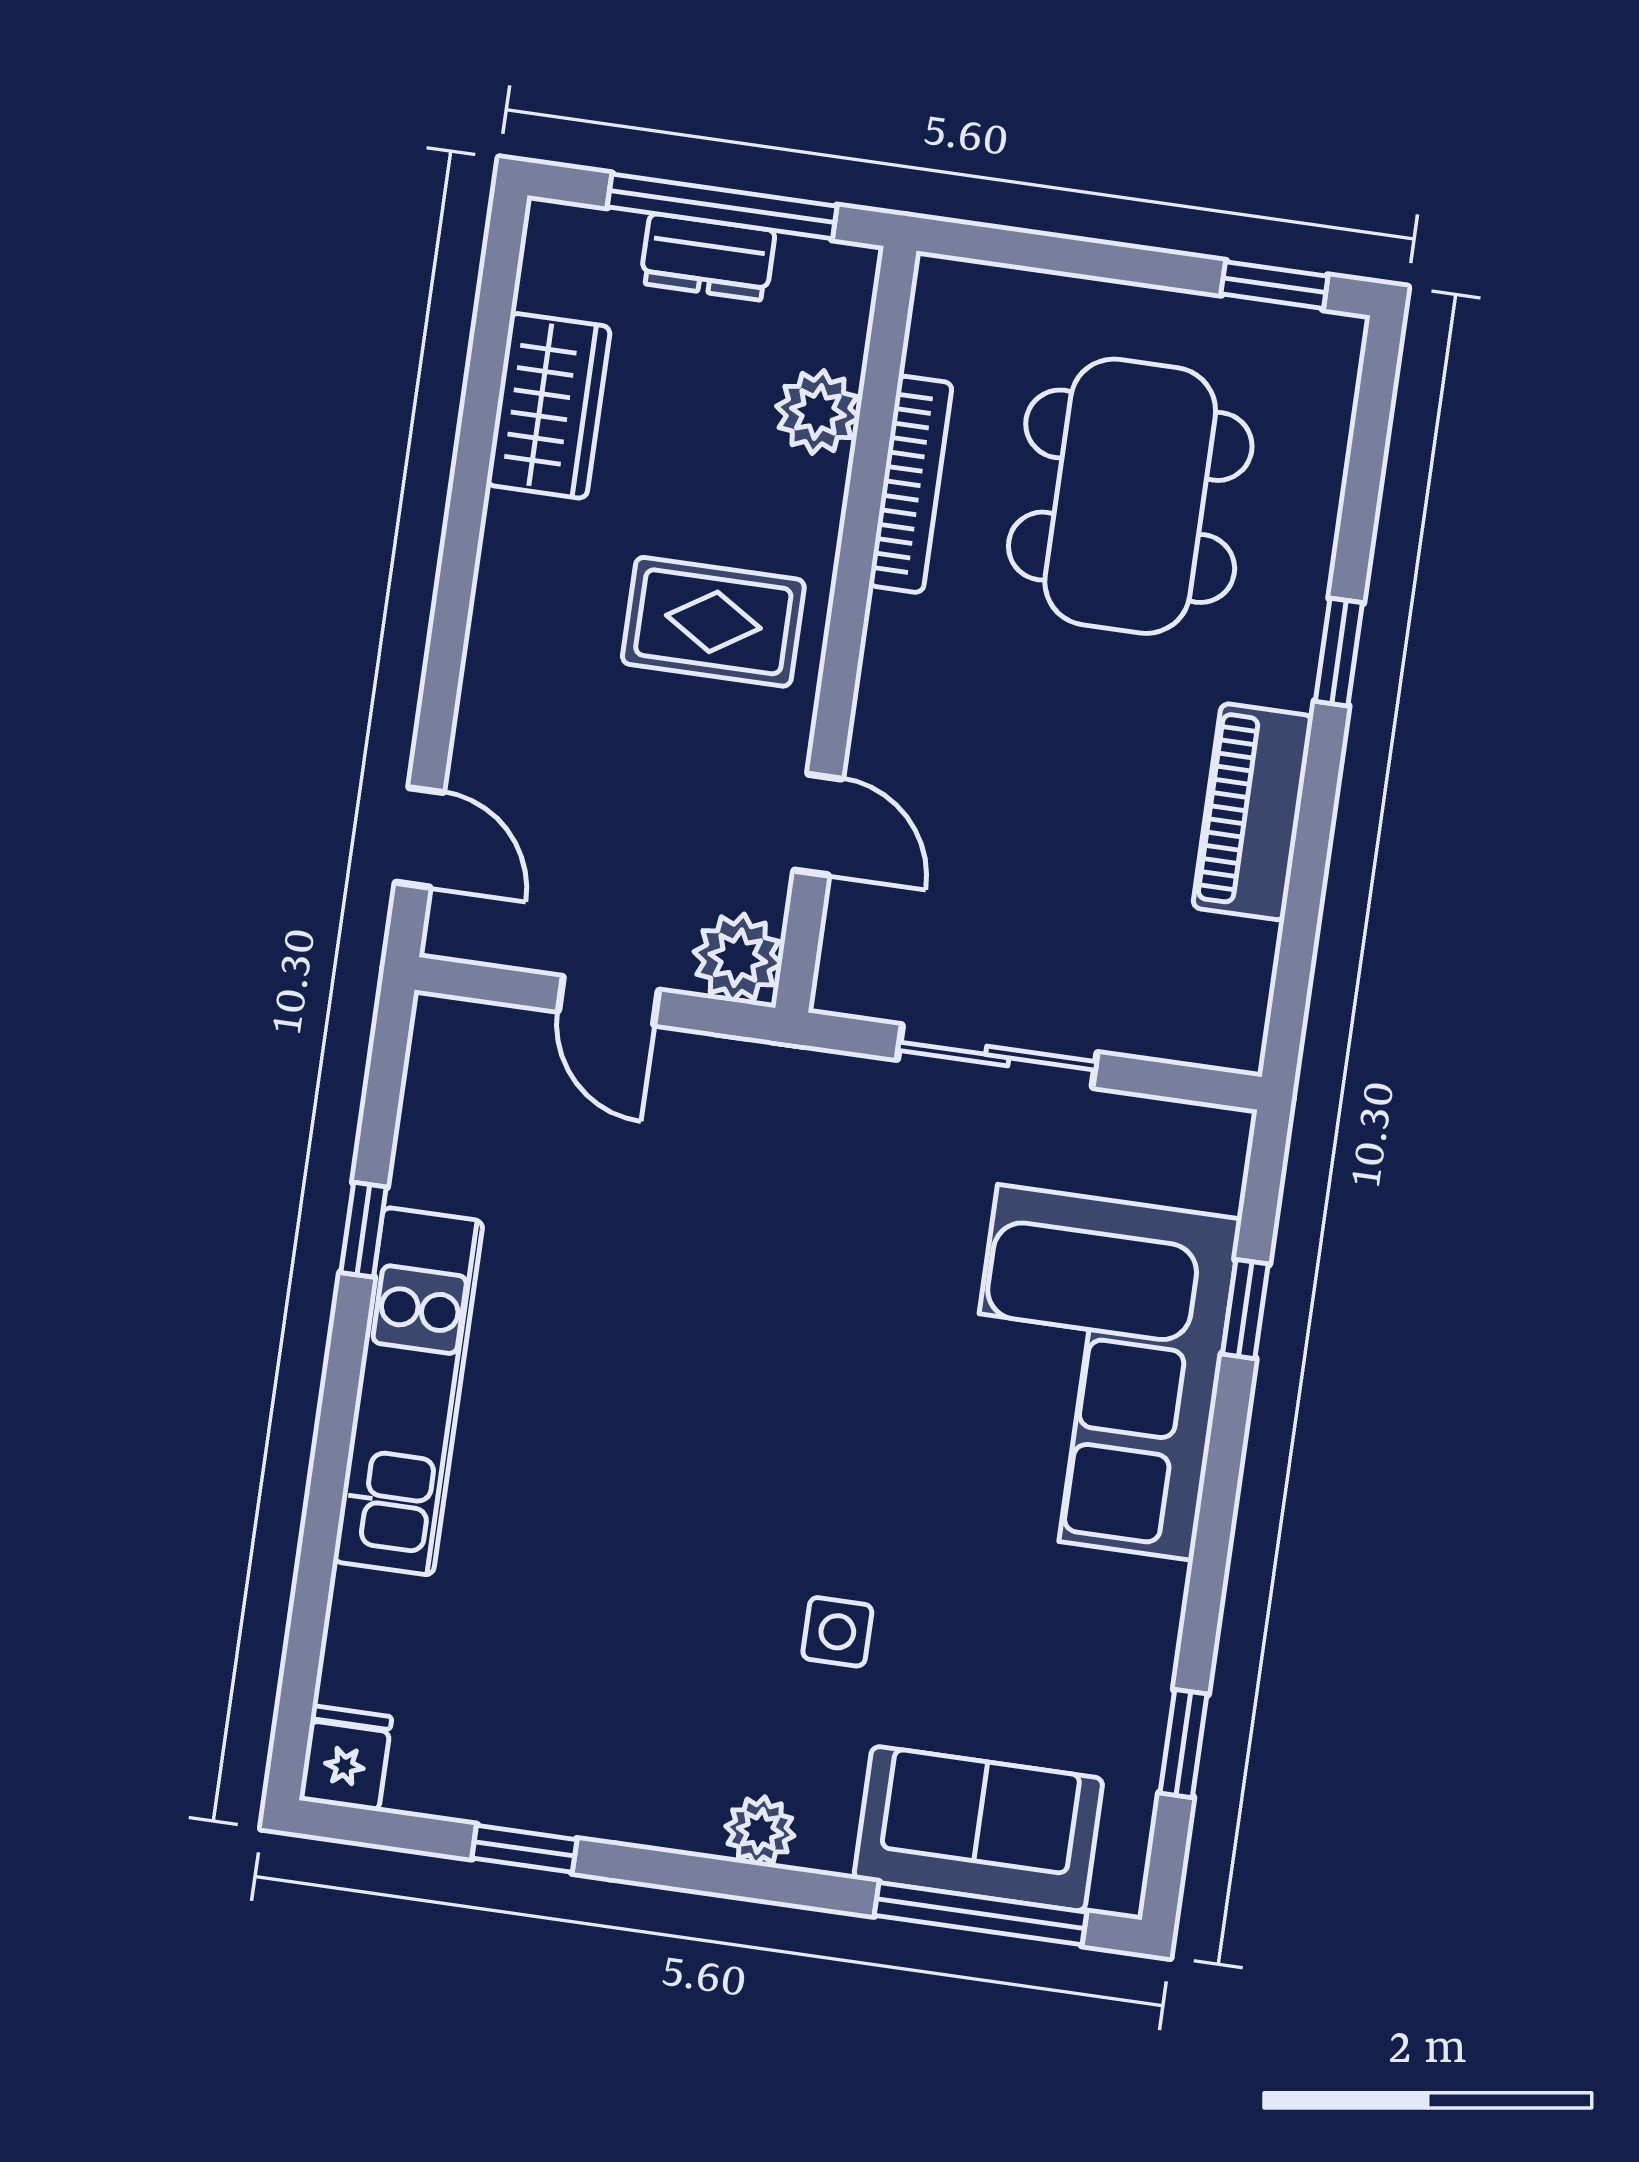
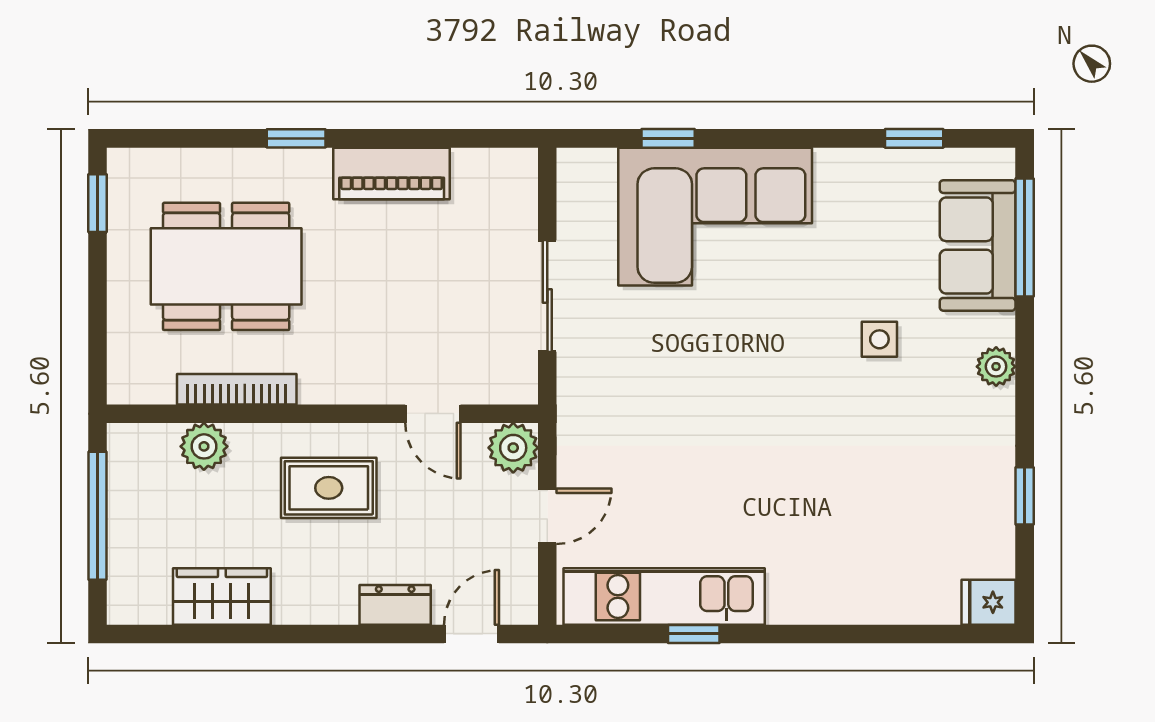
dresser: (708, 257) -> (395, 605), moved, turned -90
rug: (713, 622) -> (329, 488), turned 90
door: (818, 825) -> (433, 414), swing flipped
kitchen unit: (408, 1391) -> (664, 597), moved

